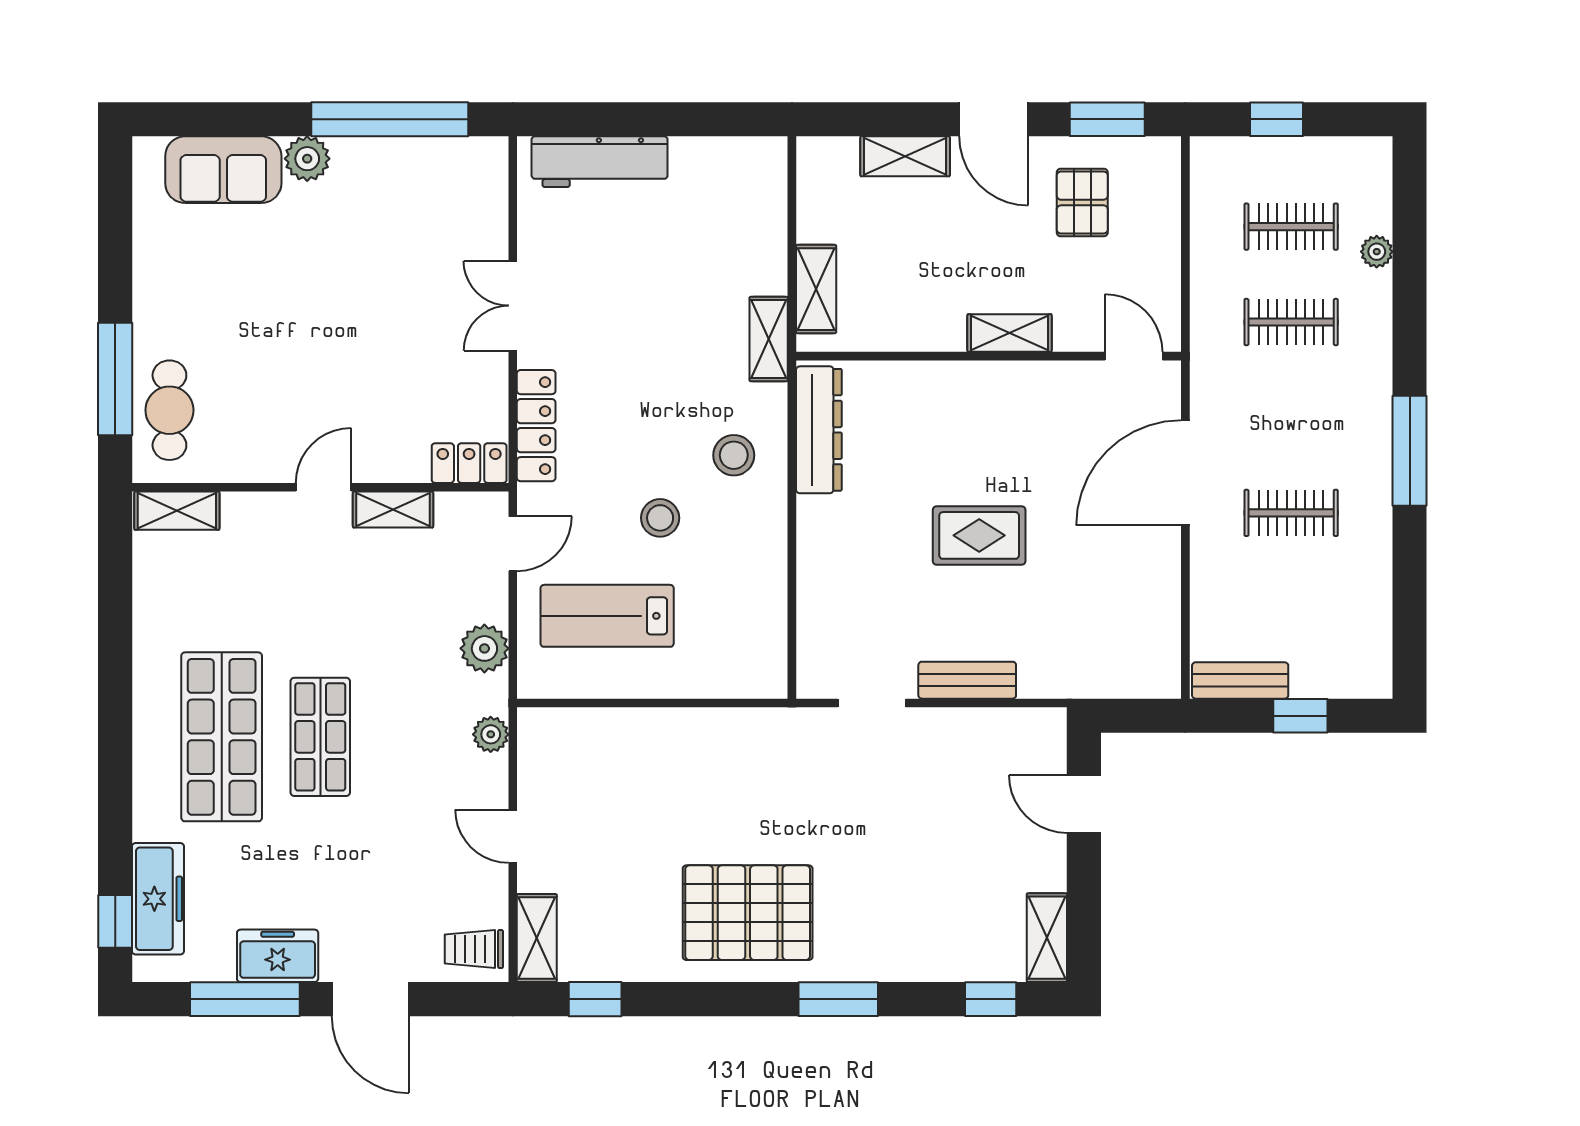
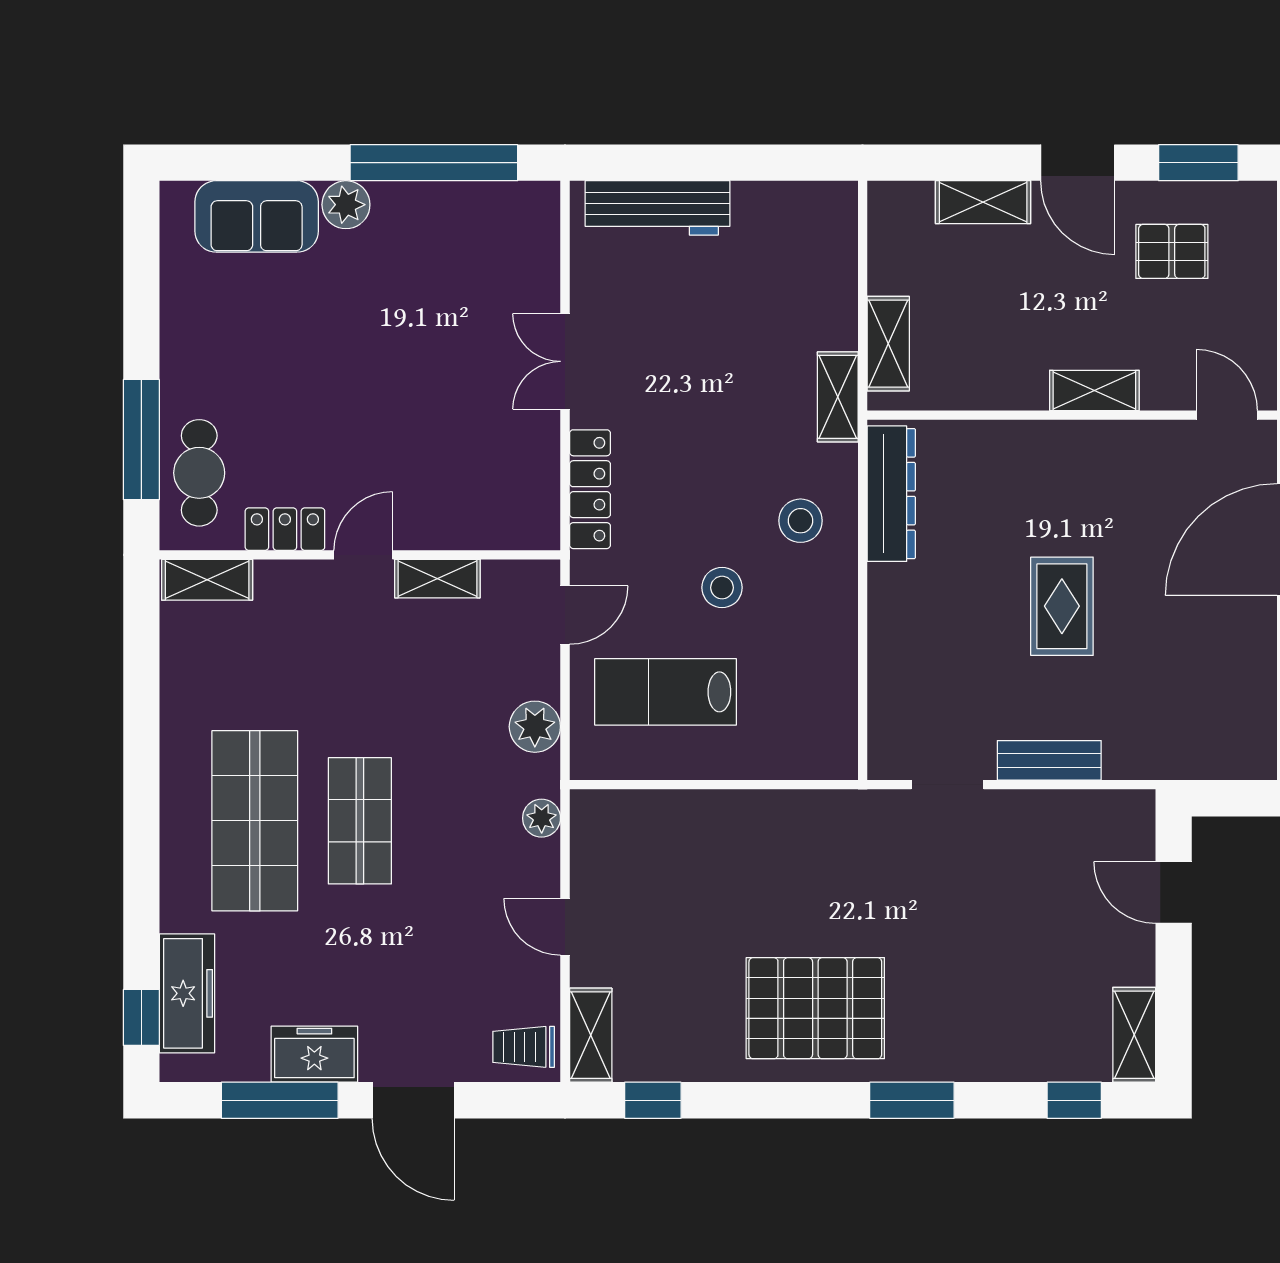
pallet: (1082, 203) -> (1172, 251), turned 90
locker: (469, 463) -> (285, 529), moved
rug: (979, 535) -> (1062, 606), turned 90

